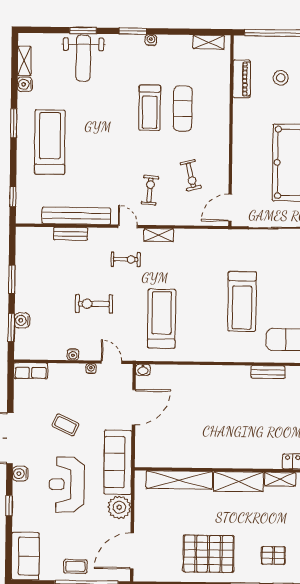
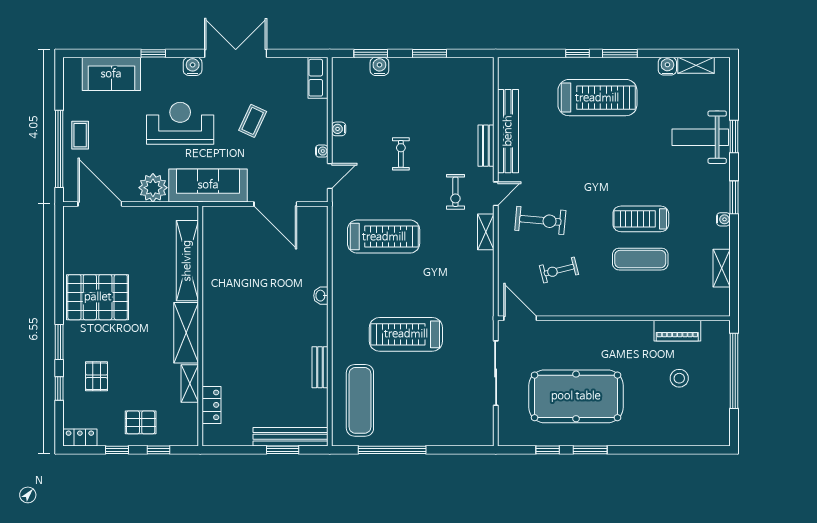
shelving: (209, 42) -> (722, 268), moved
exercise bike: (150, 190) -> (540, 220), width x1.38, depth x1.39
window: (13, 197) -> (578, 53), moved
bench: (71, 234) -> (486, 146), moved
exercise bike: (94, 304) -> (401, 154), width x0.73, depth x0.72
washbasin: (143, 370) -> (321, 296), moved
pallet: (208, 554) -> (98, 297), turned 90
sofa: (25, 556) -> (111, 74), moved

